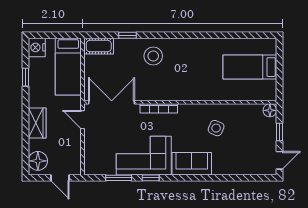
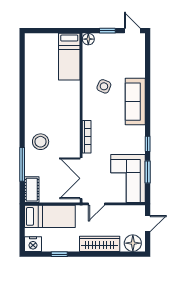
window: (128, 35) -> (22, 164), width x2.17
bed: (250, 67) -> (69, 57), moved
wardrobe: (37, 123) -> (100, 244), width x1.50
corner sofa: (144, 156) -> (128, 179), moved
sofa: (192, 164) -> (135, 102), width x1.36

